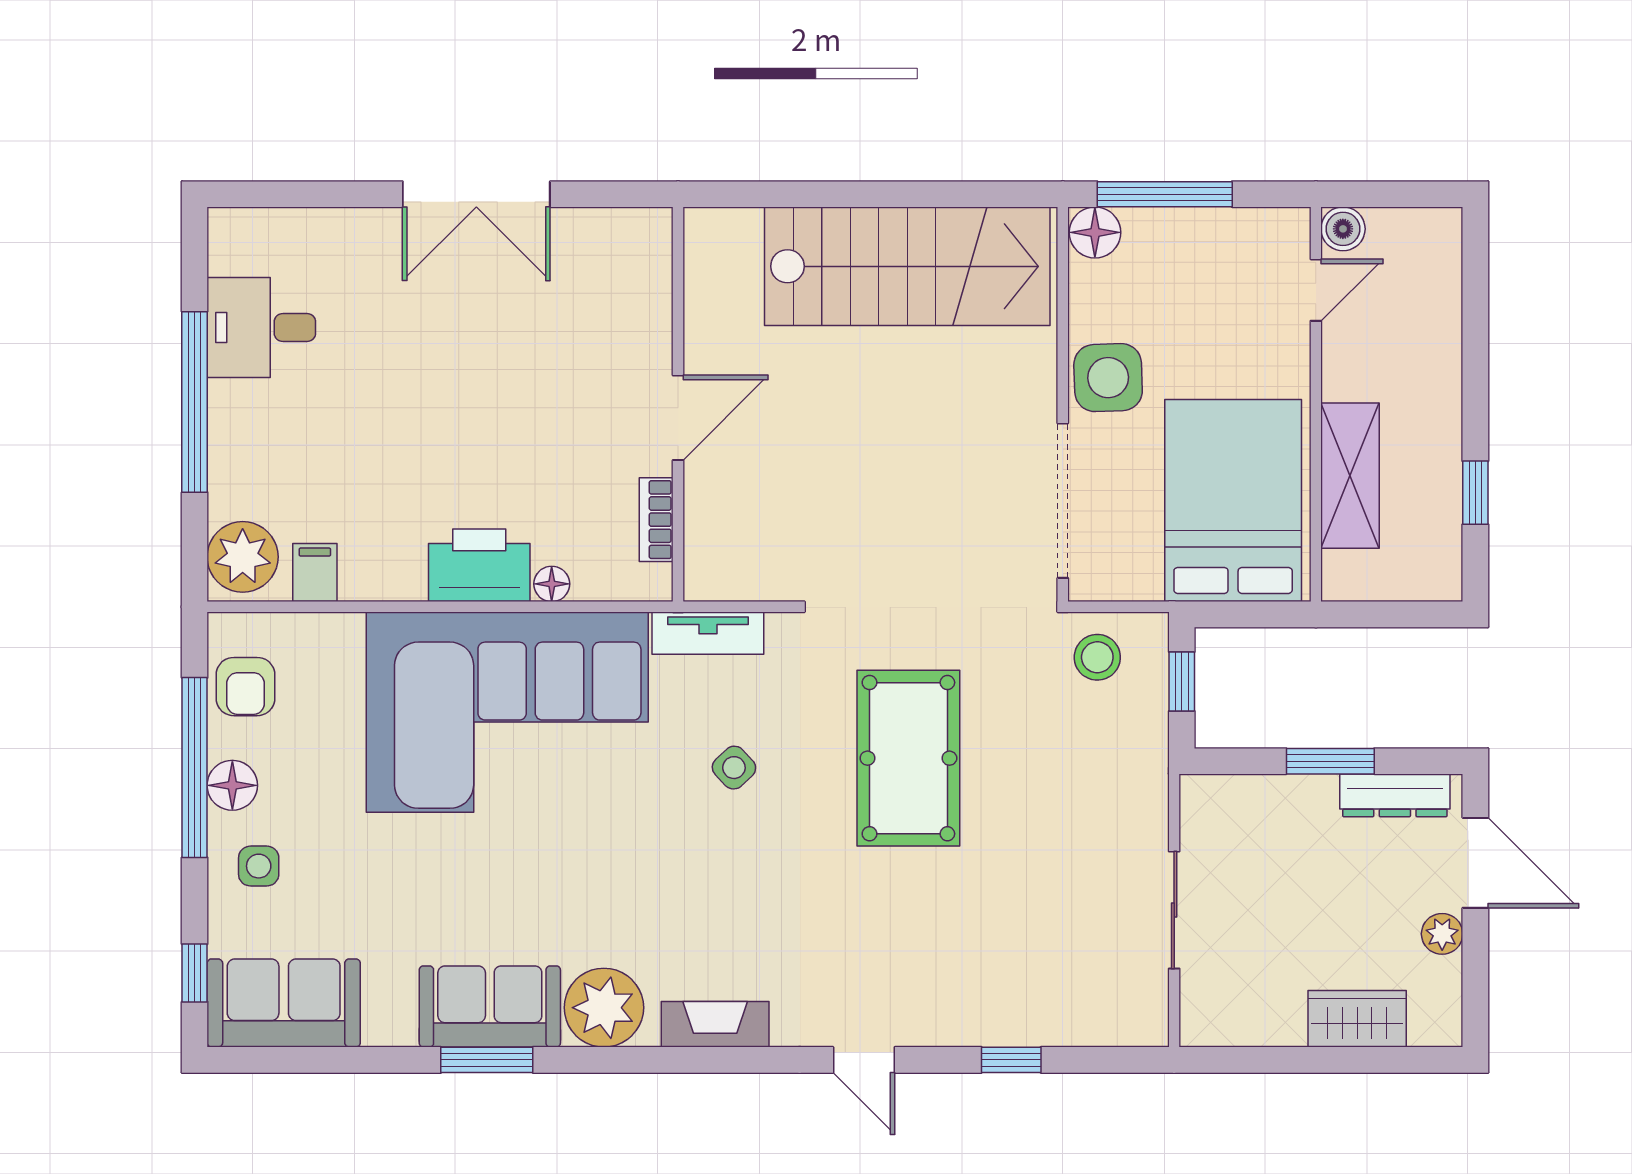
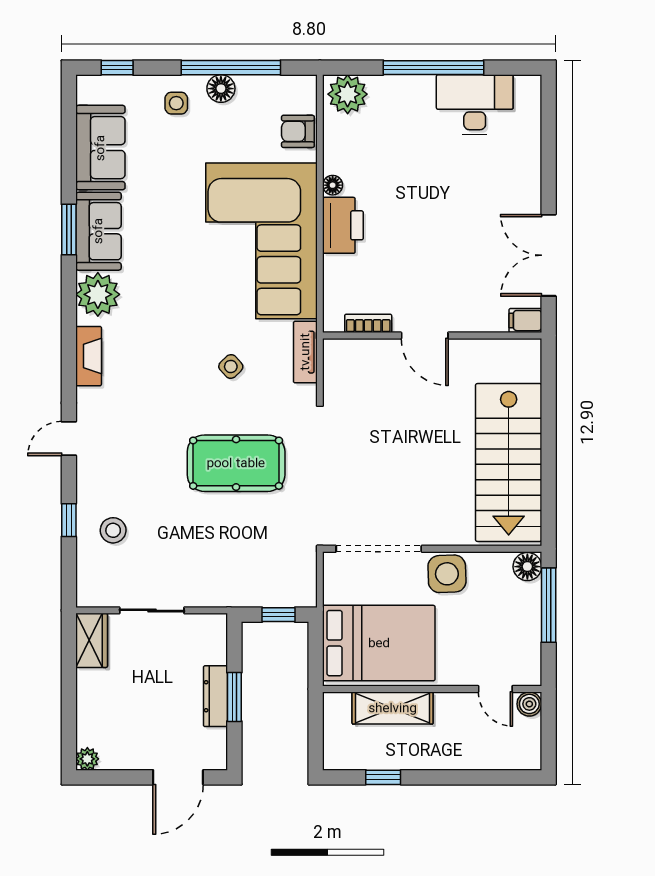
double door: (476, 194) -> (549, 255), moved
desk: (261, 328) -> (475, 105), width x1.37
filing cabinet: (315, 572) -> (525, 321), moved, turned 180
floor lamp: (552, 584) -> (333, 185), moved
stool: (1097, 657) -> (113, 530), moved
armchair: (245, 687) -> (298, 131), moved
dresser: (1395, 795) -> (215, 696), moved
plant: (1442, 934) -> (87, 759), moved
sofa: (284, 1003) -> (100, 148), moved
wardrobe: (1357, 1019) -> (92, 640), moved

